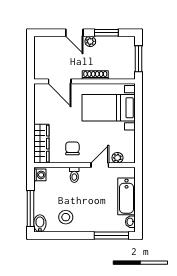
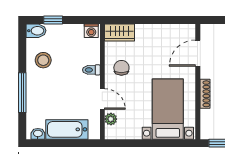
wardrobe: (41, 144) -> (119, 32), width x0.67
chair: (72, 148) -> (121, 68), turned -90
window: (30, 208) -> (53, 20), width x0.46
window: (111, 235) -> (22, 93), moved

